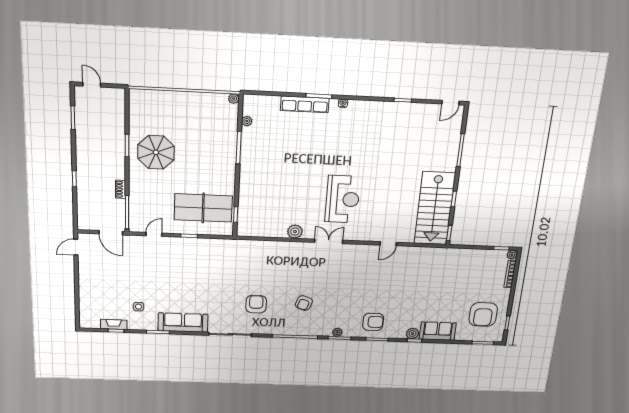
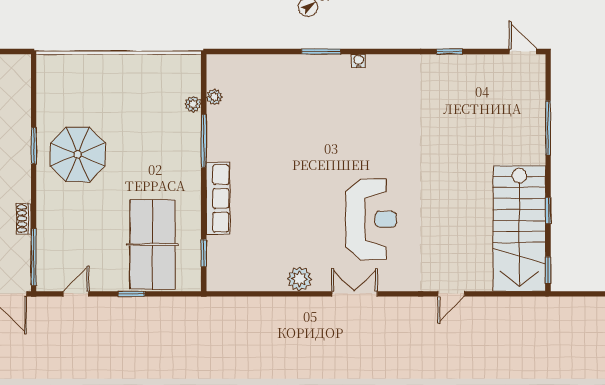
plant: (234, 99) -> (193, 104), moved
door: (451, 103) -> (523, 52), swing flipped
row of seats: (305, 104) -> (218, 198), moved, turned -90
table tennis table: (203, 208) -> (152, 244), turned 90

